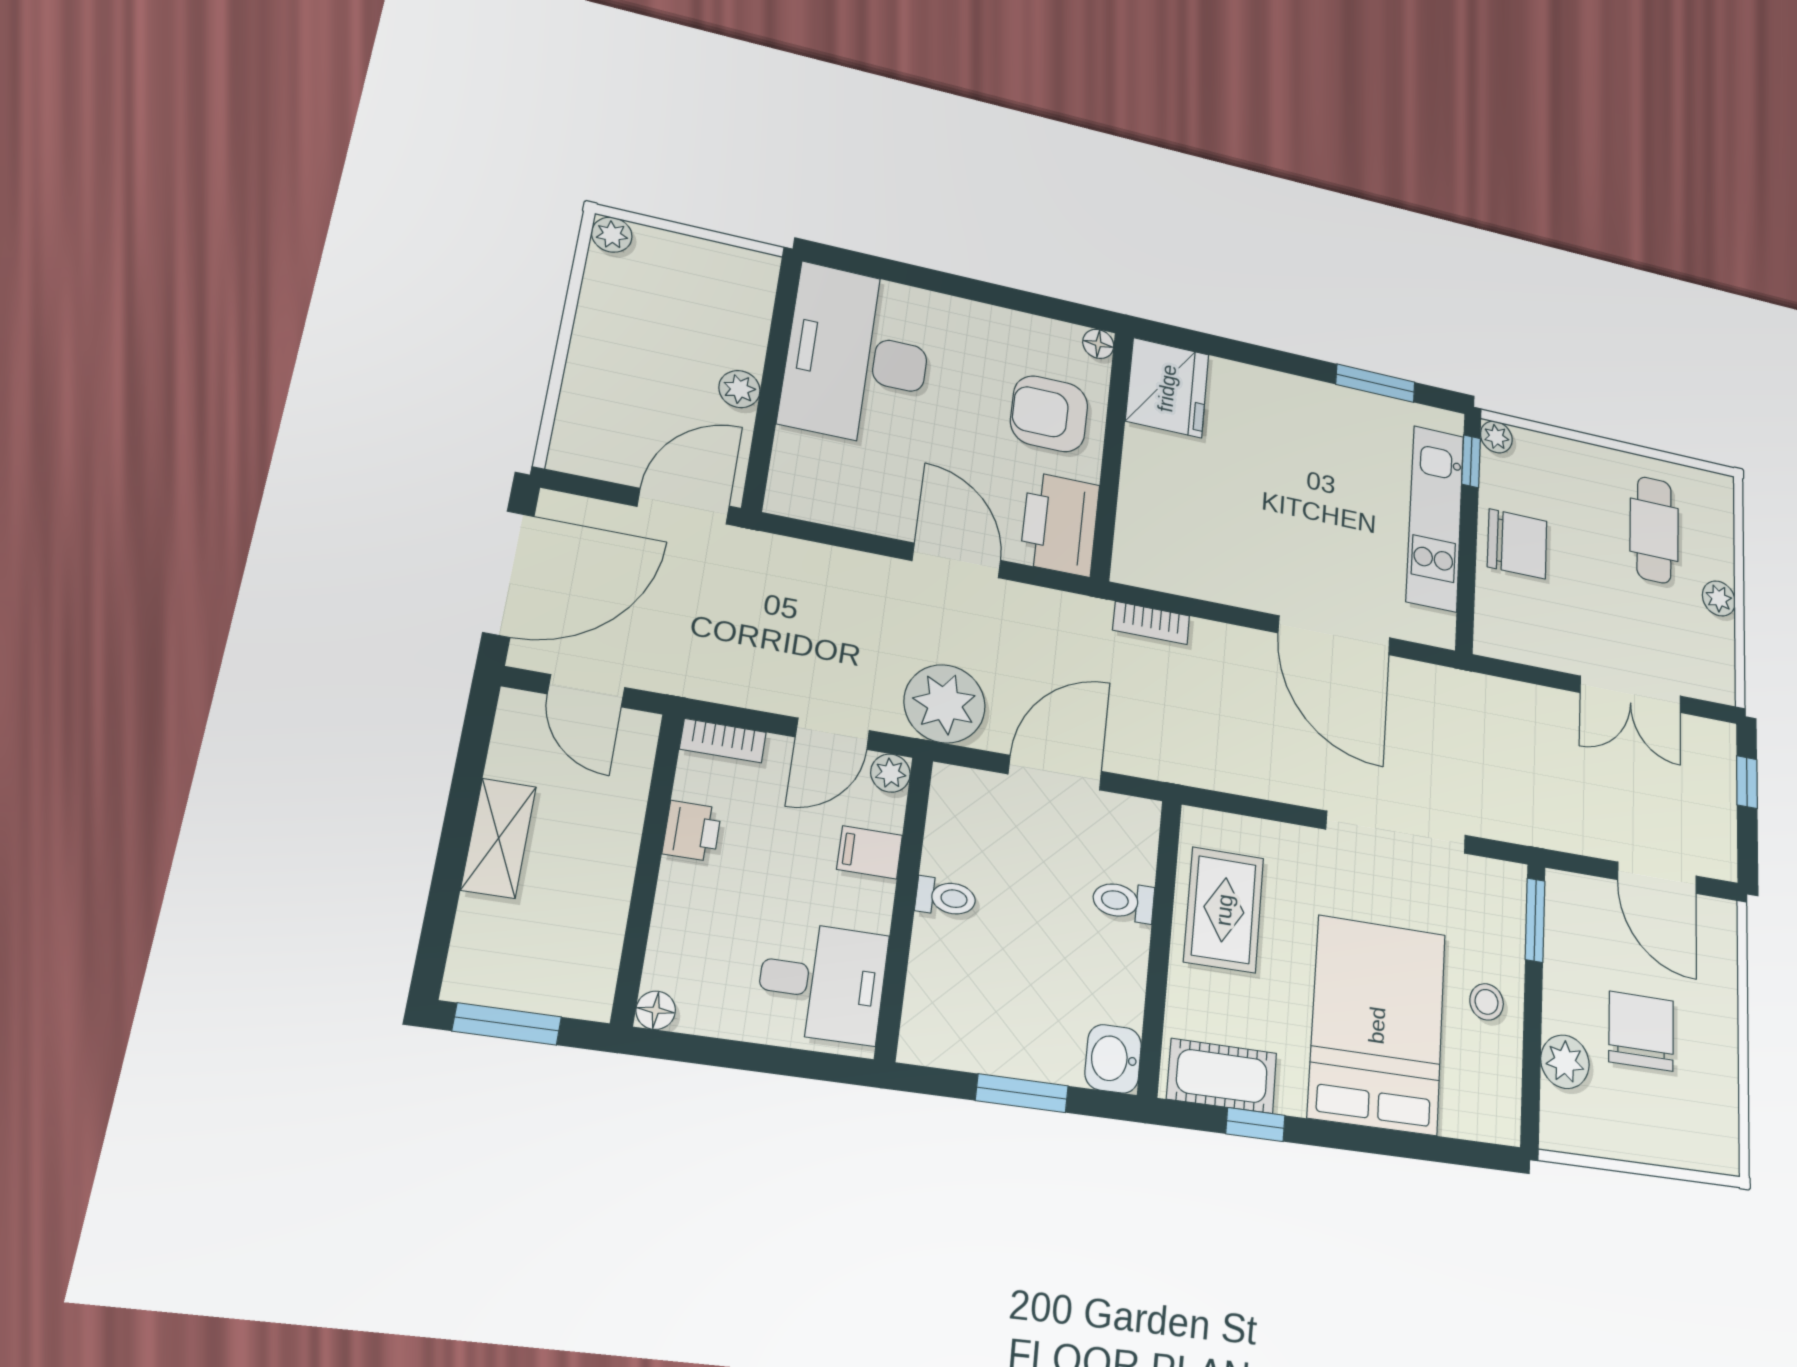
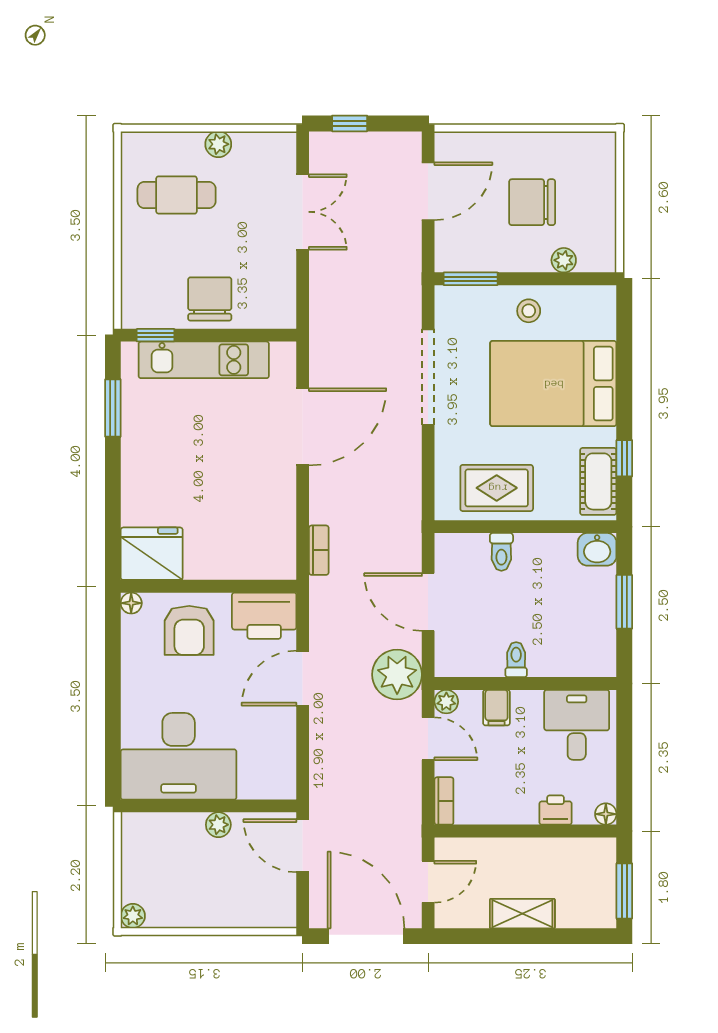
plant: (1496, 437) -> (133, 317), removed
printer: (692, 831) -> (556, 810), moved
plant: (1565, 1062) -> (564, 260), width x0.73, depth x0.73

